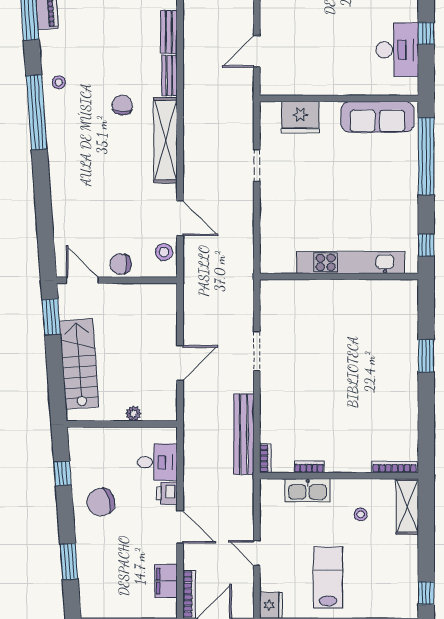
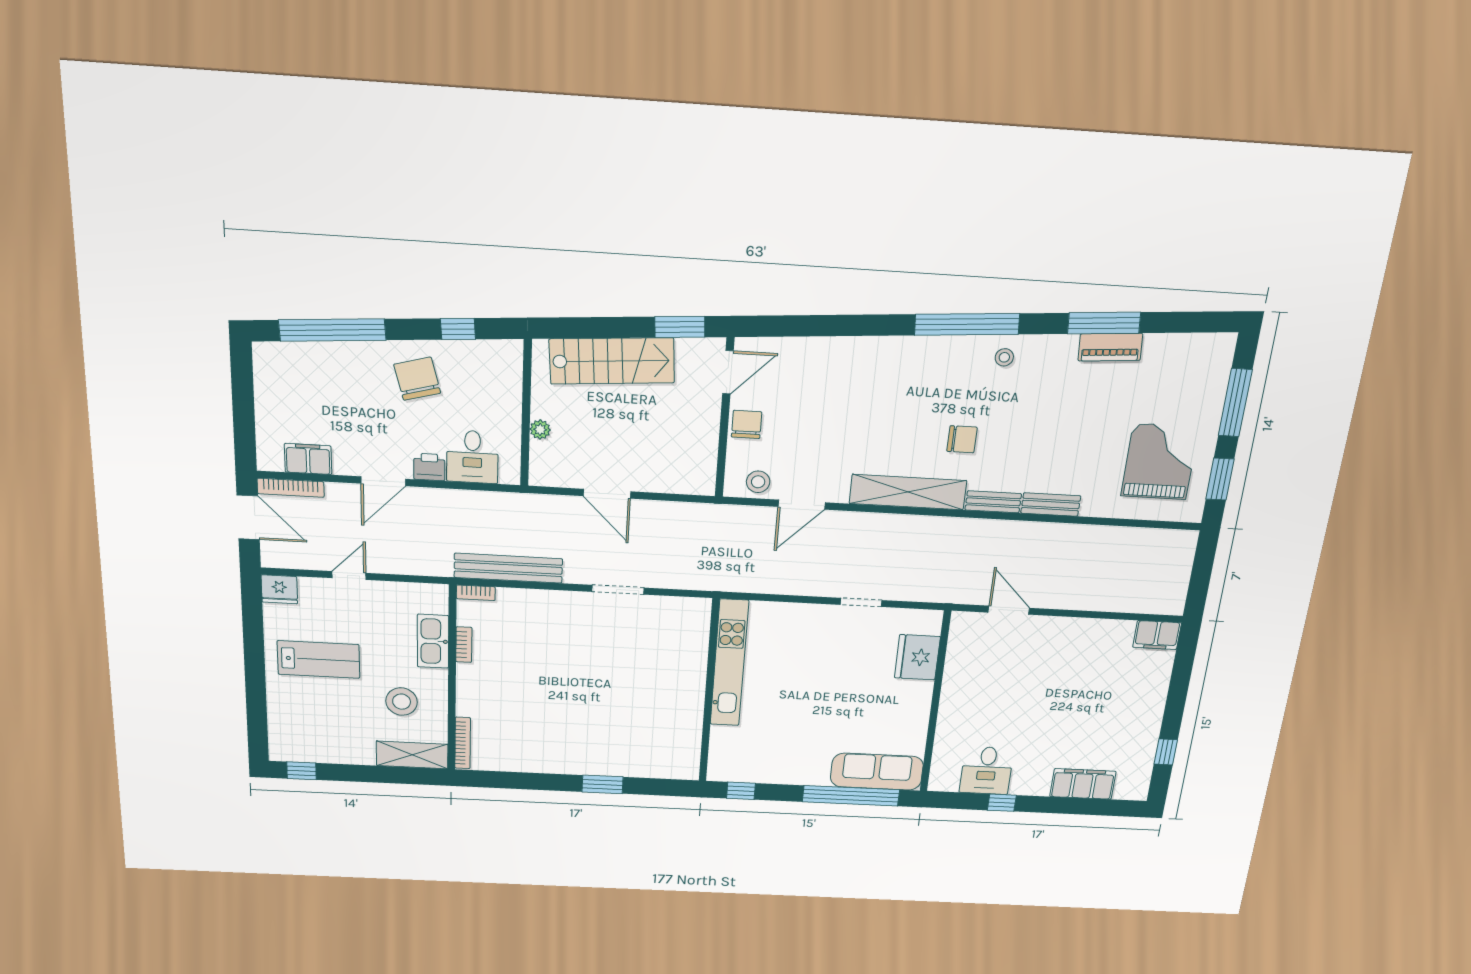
desk: (397, 50) -> (987, 770), width x0.73
sofa: (377, 117) -> (877, 772), moved, turned 90
kitchen unit: (350, 263) -> (729, 663), moved
stool: (361, 514) -> (402, 702), width x1.89, depth x1.89
window: (69, 562) -> (332, 330), width x2.11

